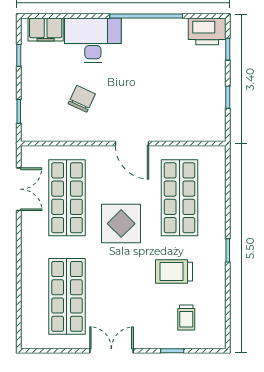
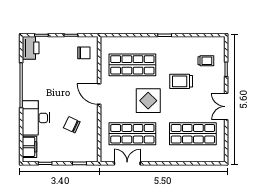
chair: (199, 118) -> (84, 53), added
door: (132, 143) -> (99, 94), swing flipped
trolley: (174, 272) -> (181, 81), moved, turned 90

